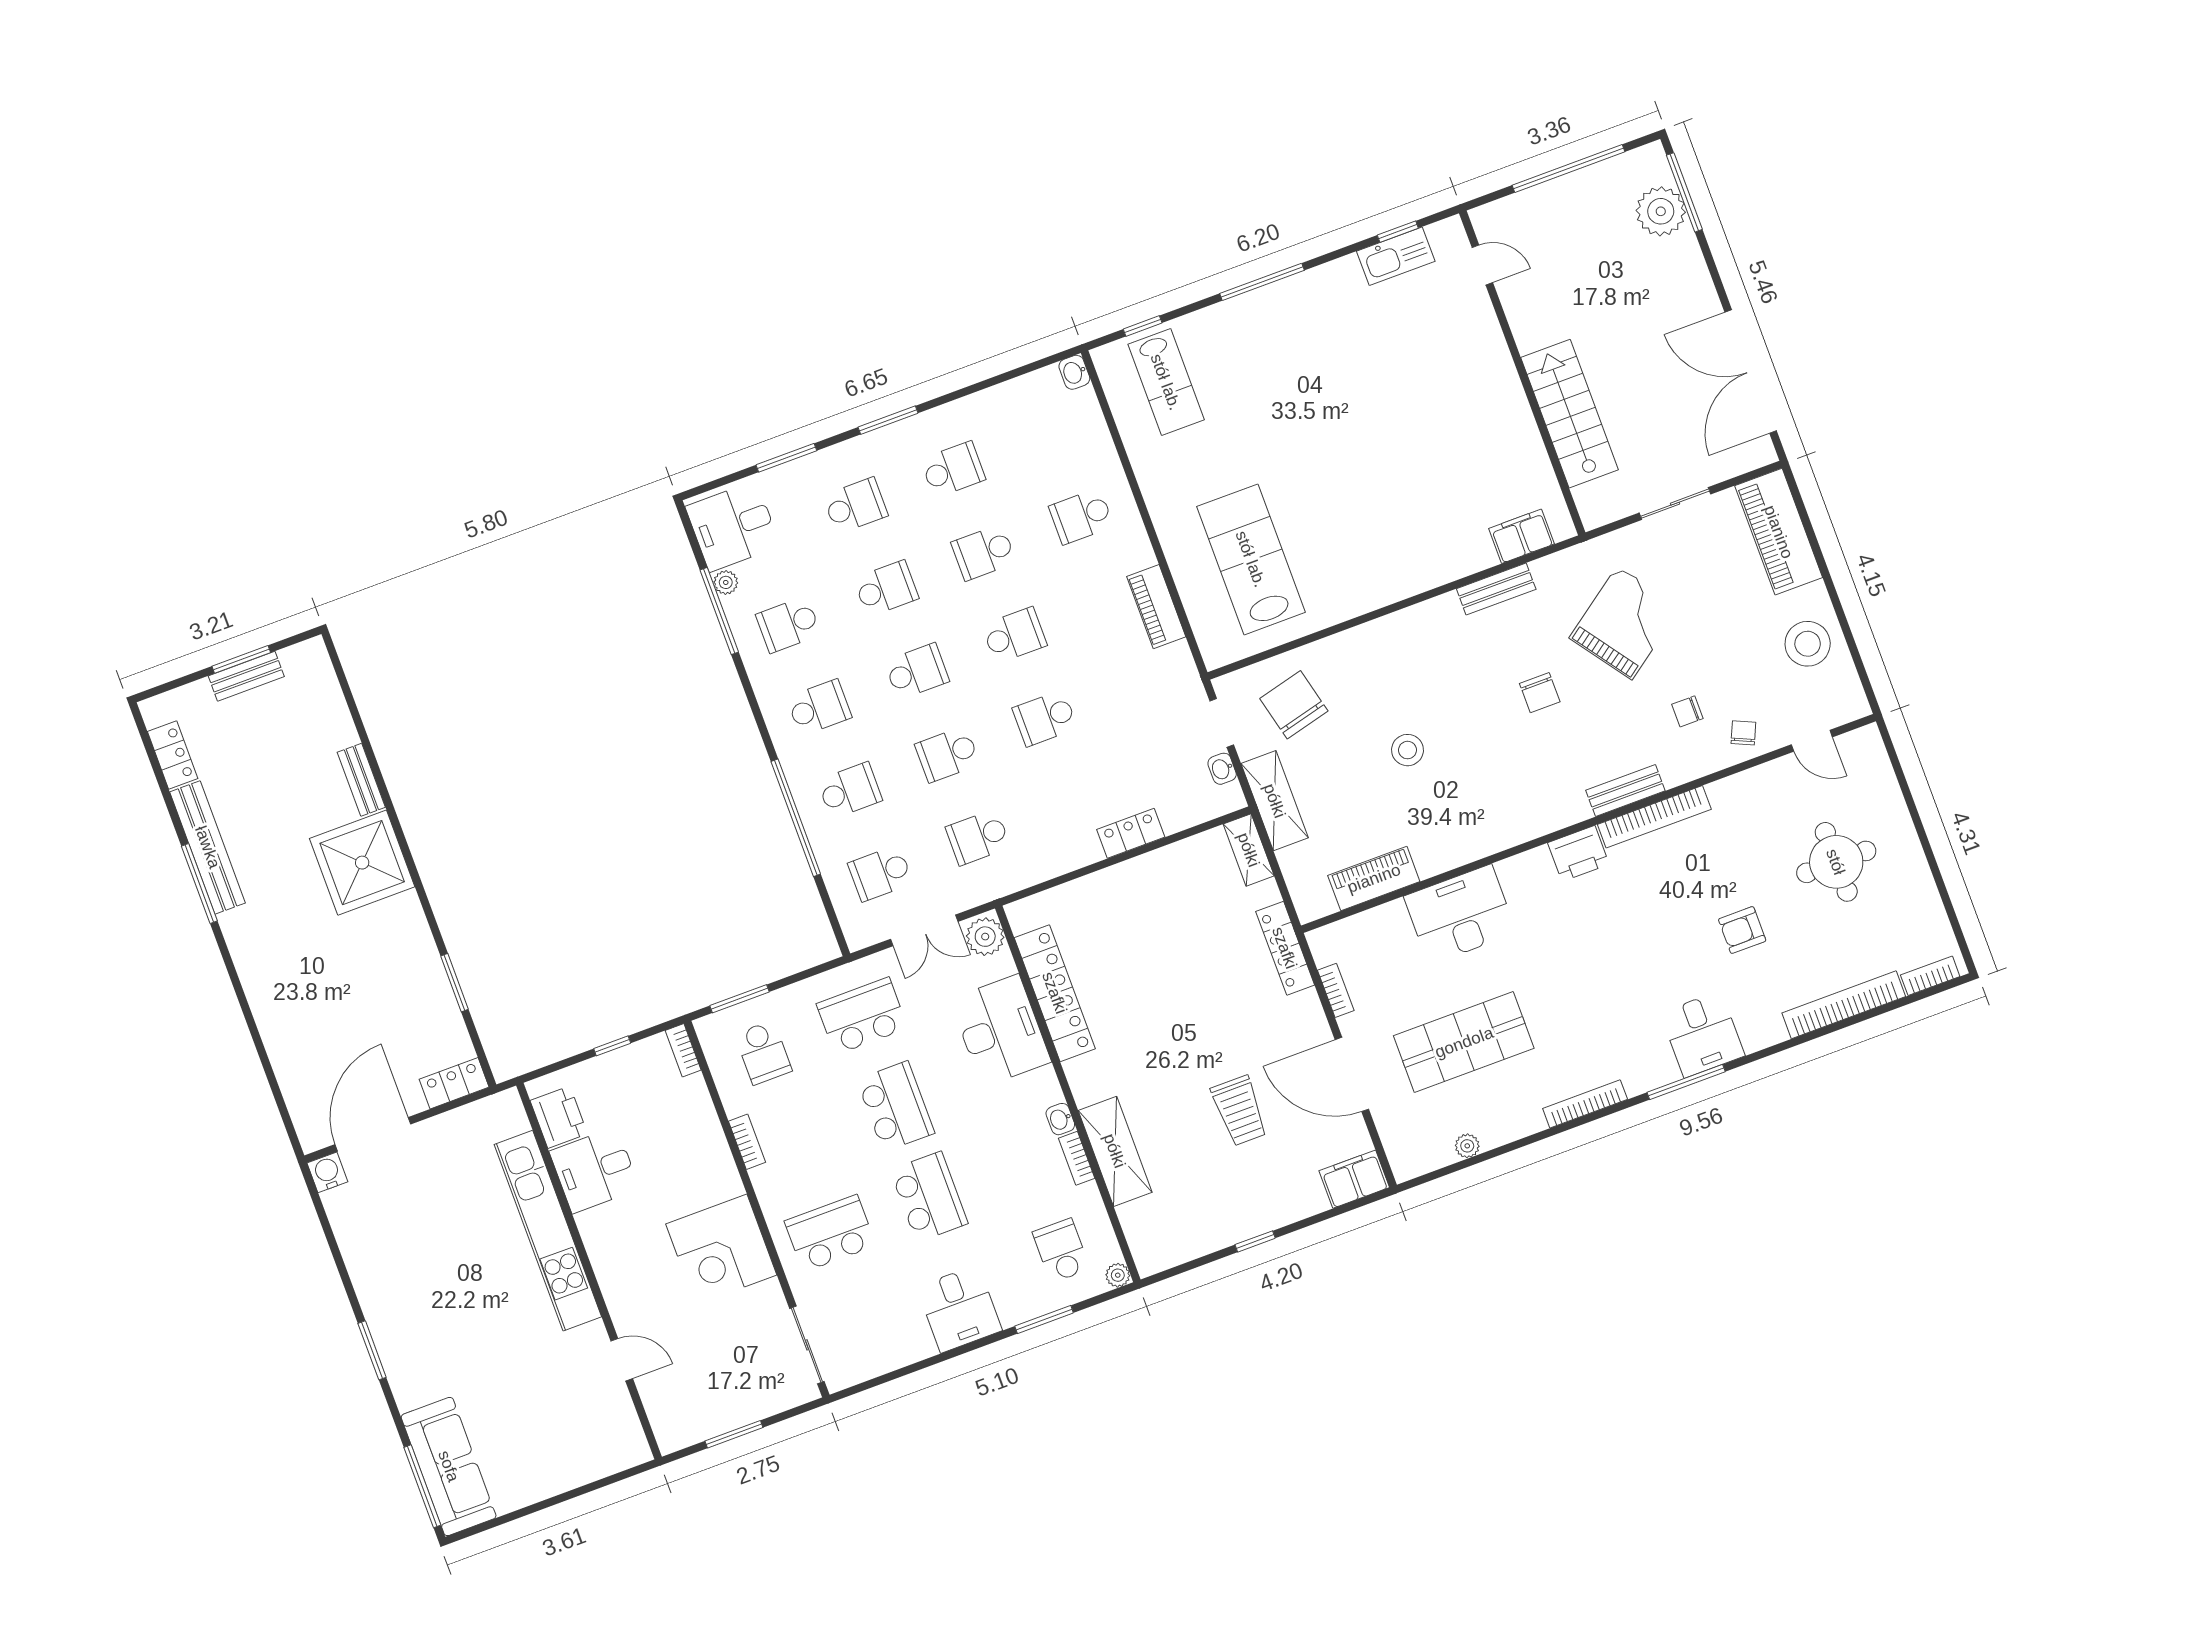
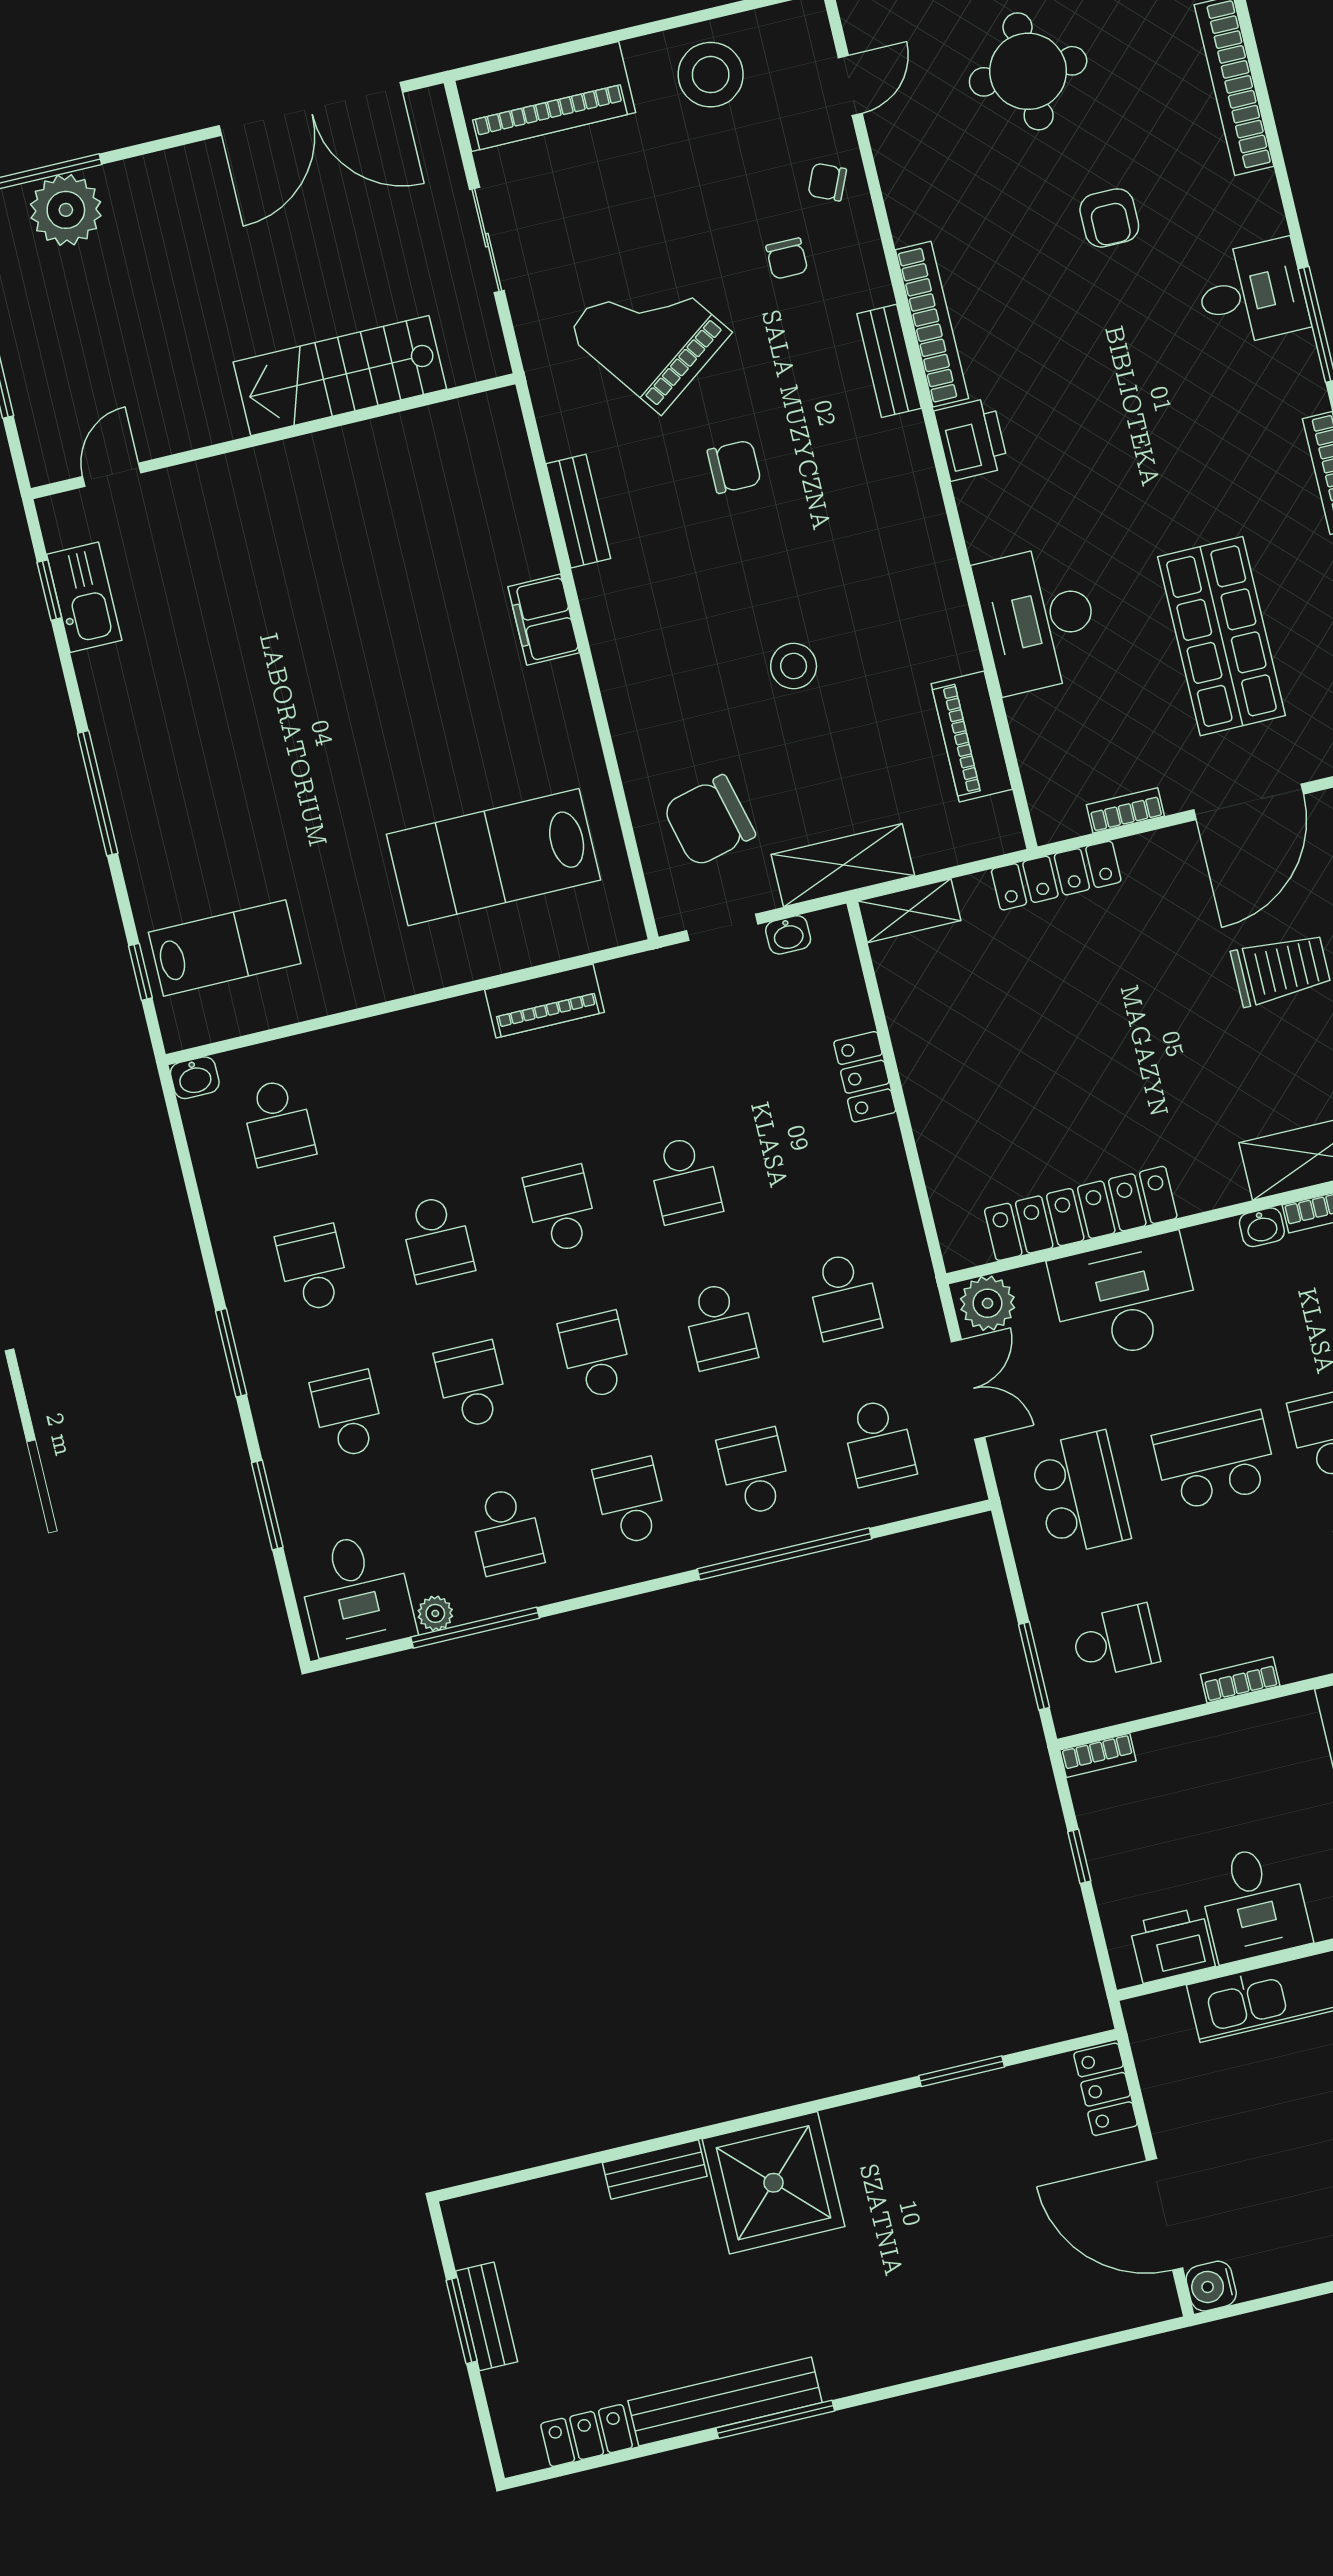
school desk: (1081, 516) -> (278, 1122), moved
filing cabinet: (1522, 536) -> (544, 620), moved
school desk: (862, 1016) -> (1080, 1493), turned 180

